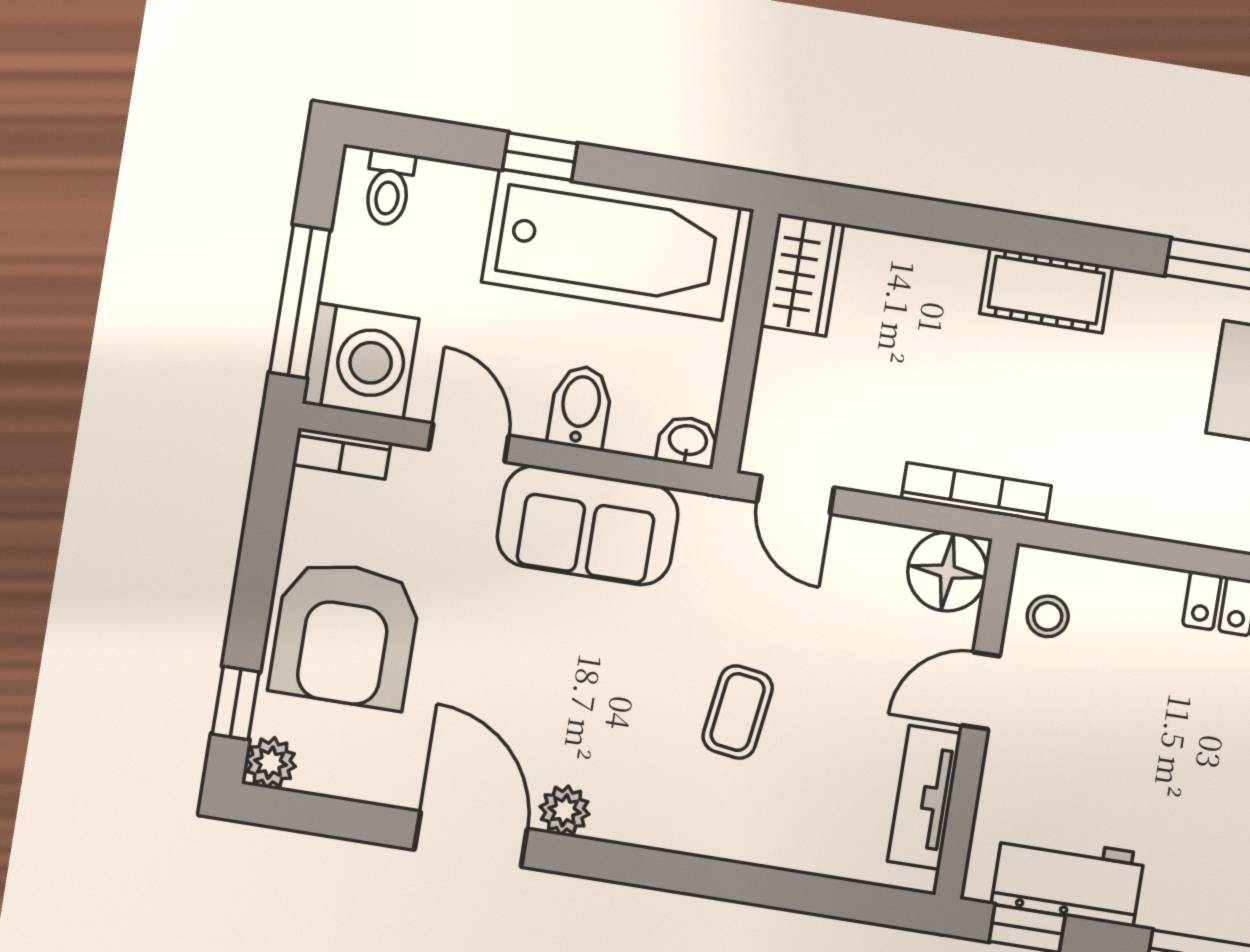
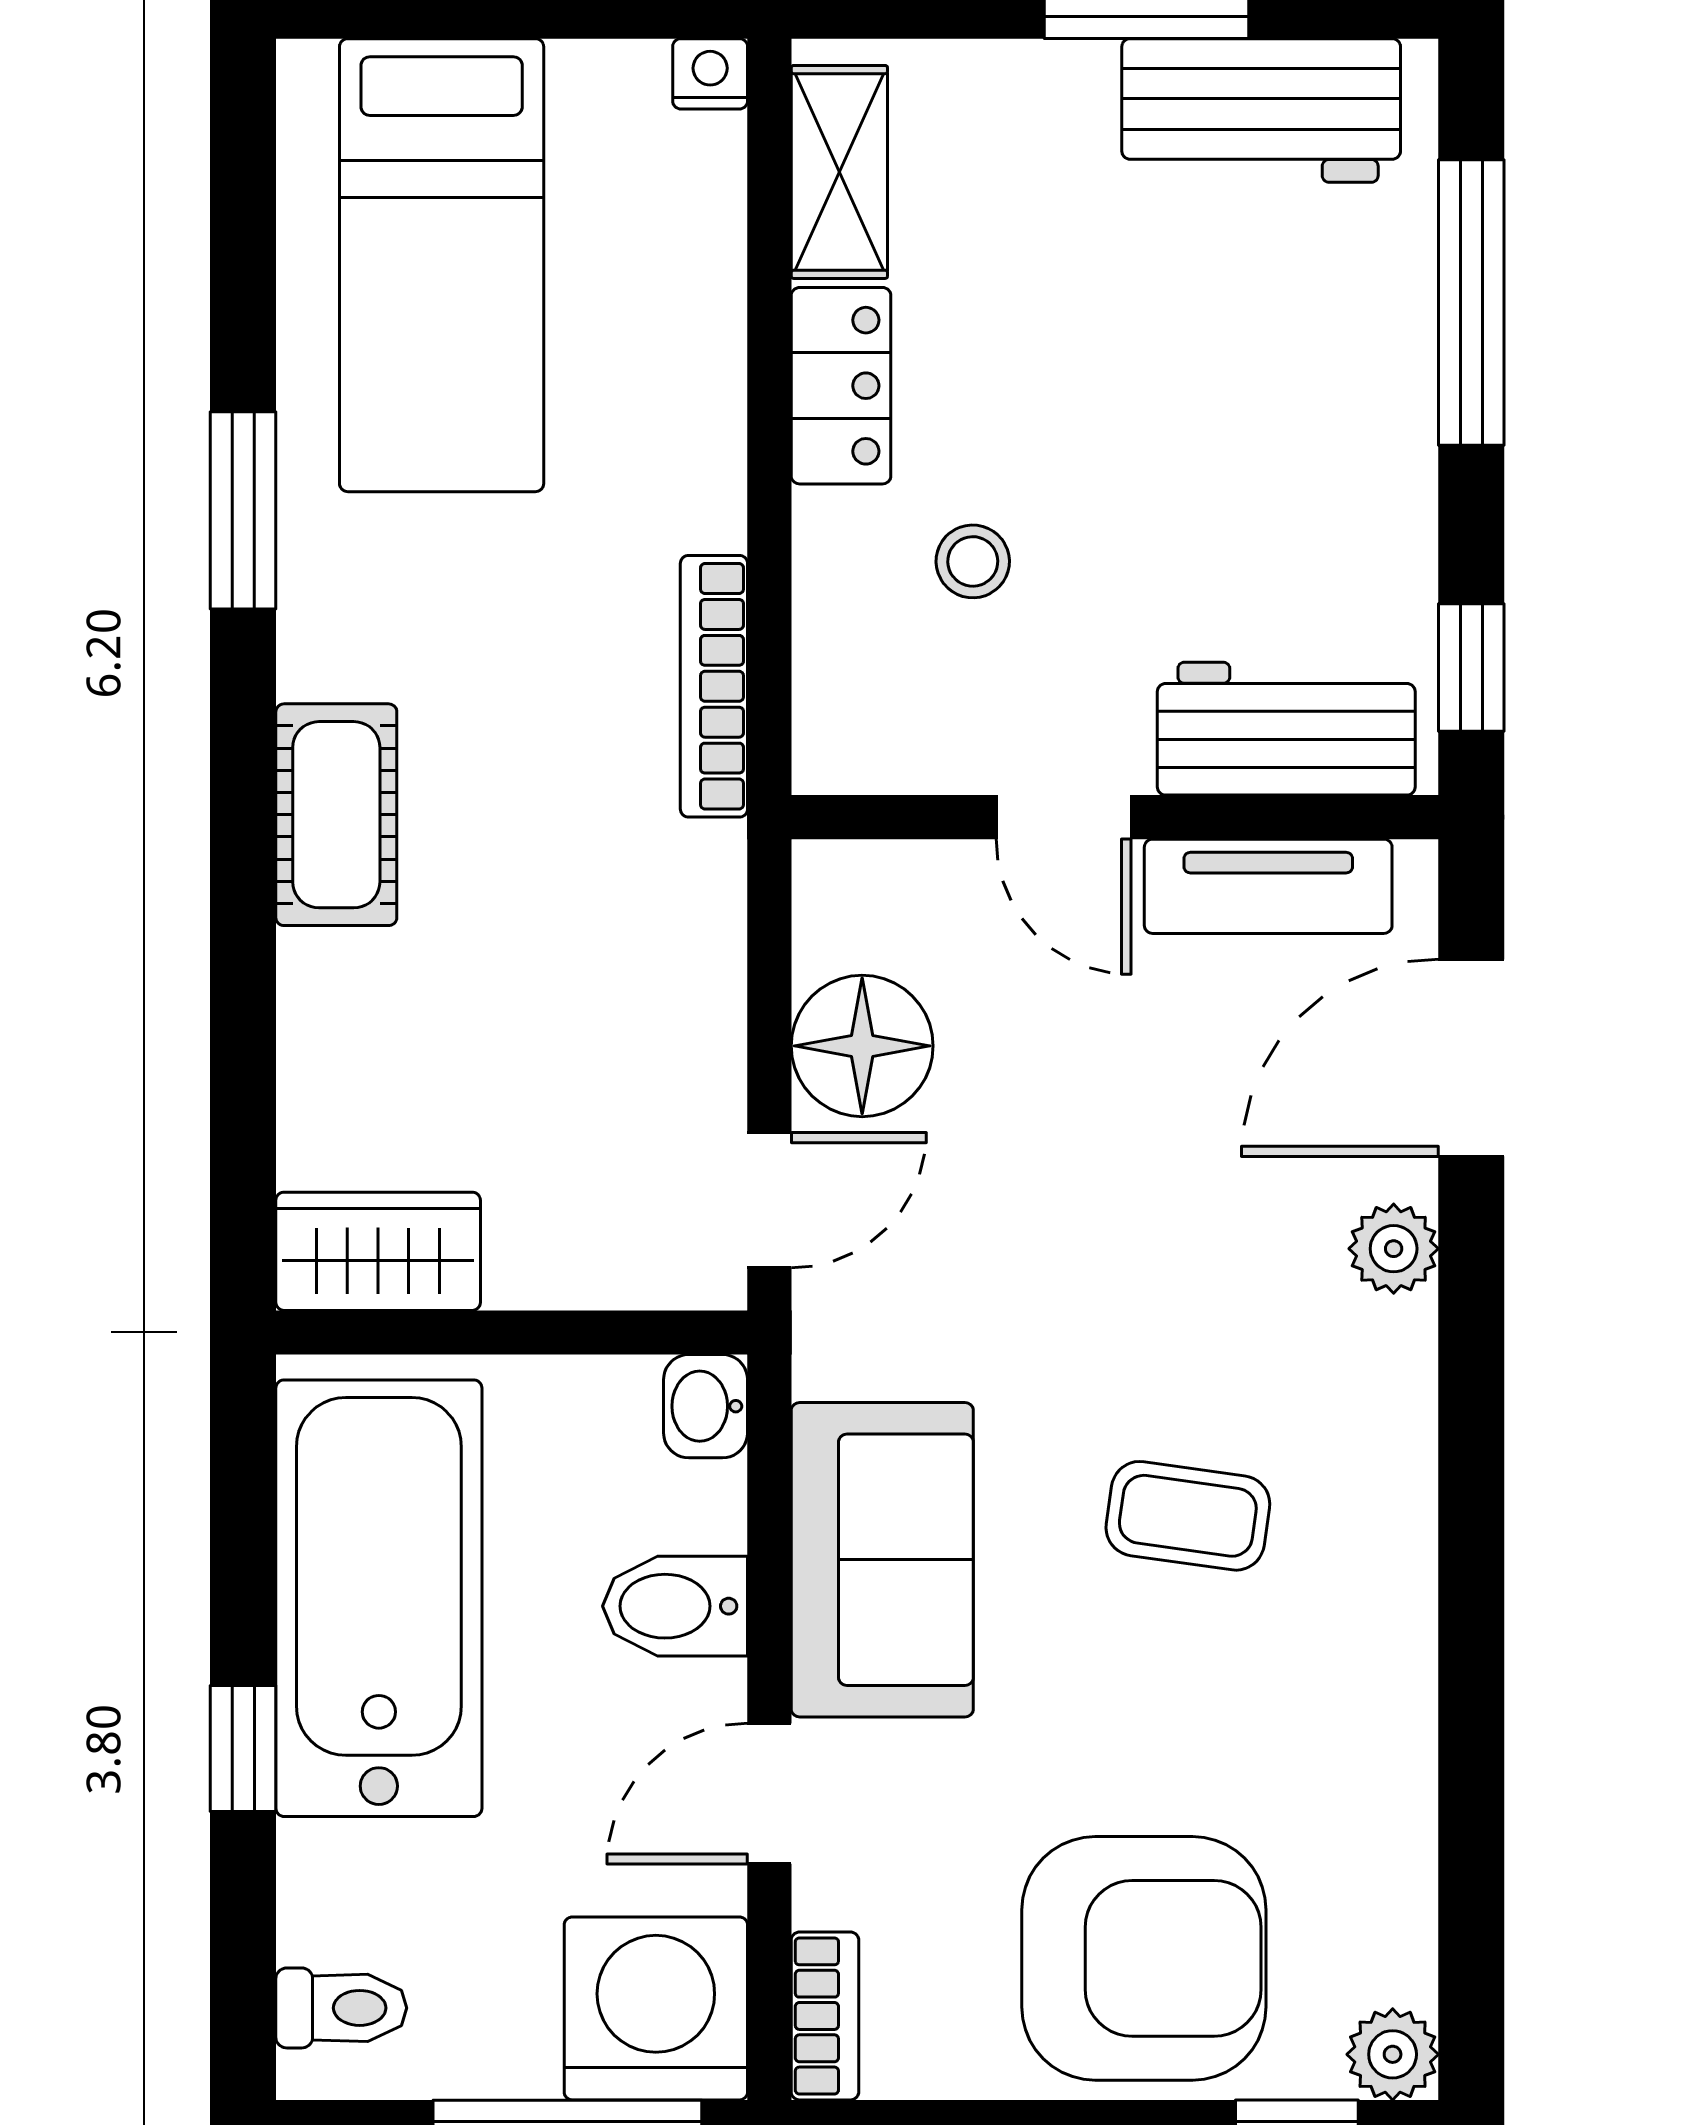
bookcase: (976, 492) -> (714, 686), moved
floor lamp: (947, 572) -> (862, 1046), moved
stool: (1048, 616) -> (973, 561), moved
coffee table: (738, 712) -> (1188, 1516), moved
plant: (565, 810) -> (1394, 1249), moved
door: (471, 839) -> (1471, 1058), moved
workbench: (1068, 879) -> (1286, 729), moved, turned 90

